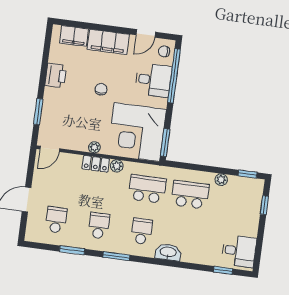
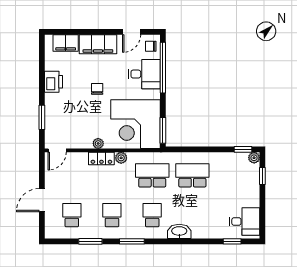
plant: (221, 180) -> (254, 158), moved

